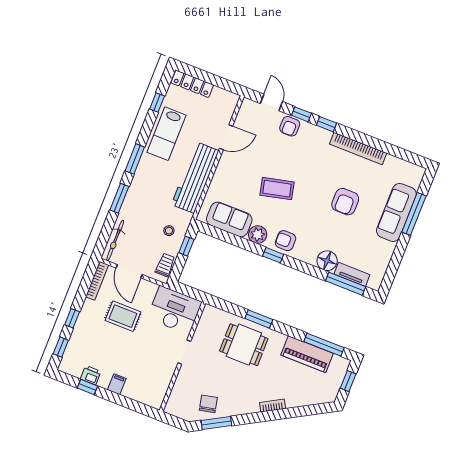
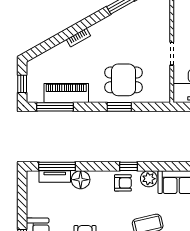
chair: (208, 404) -> (134, 17), removed

